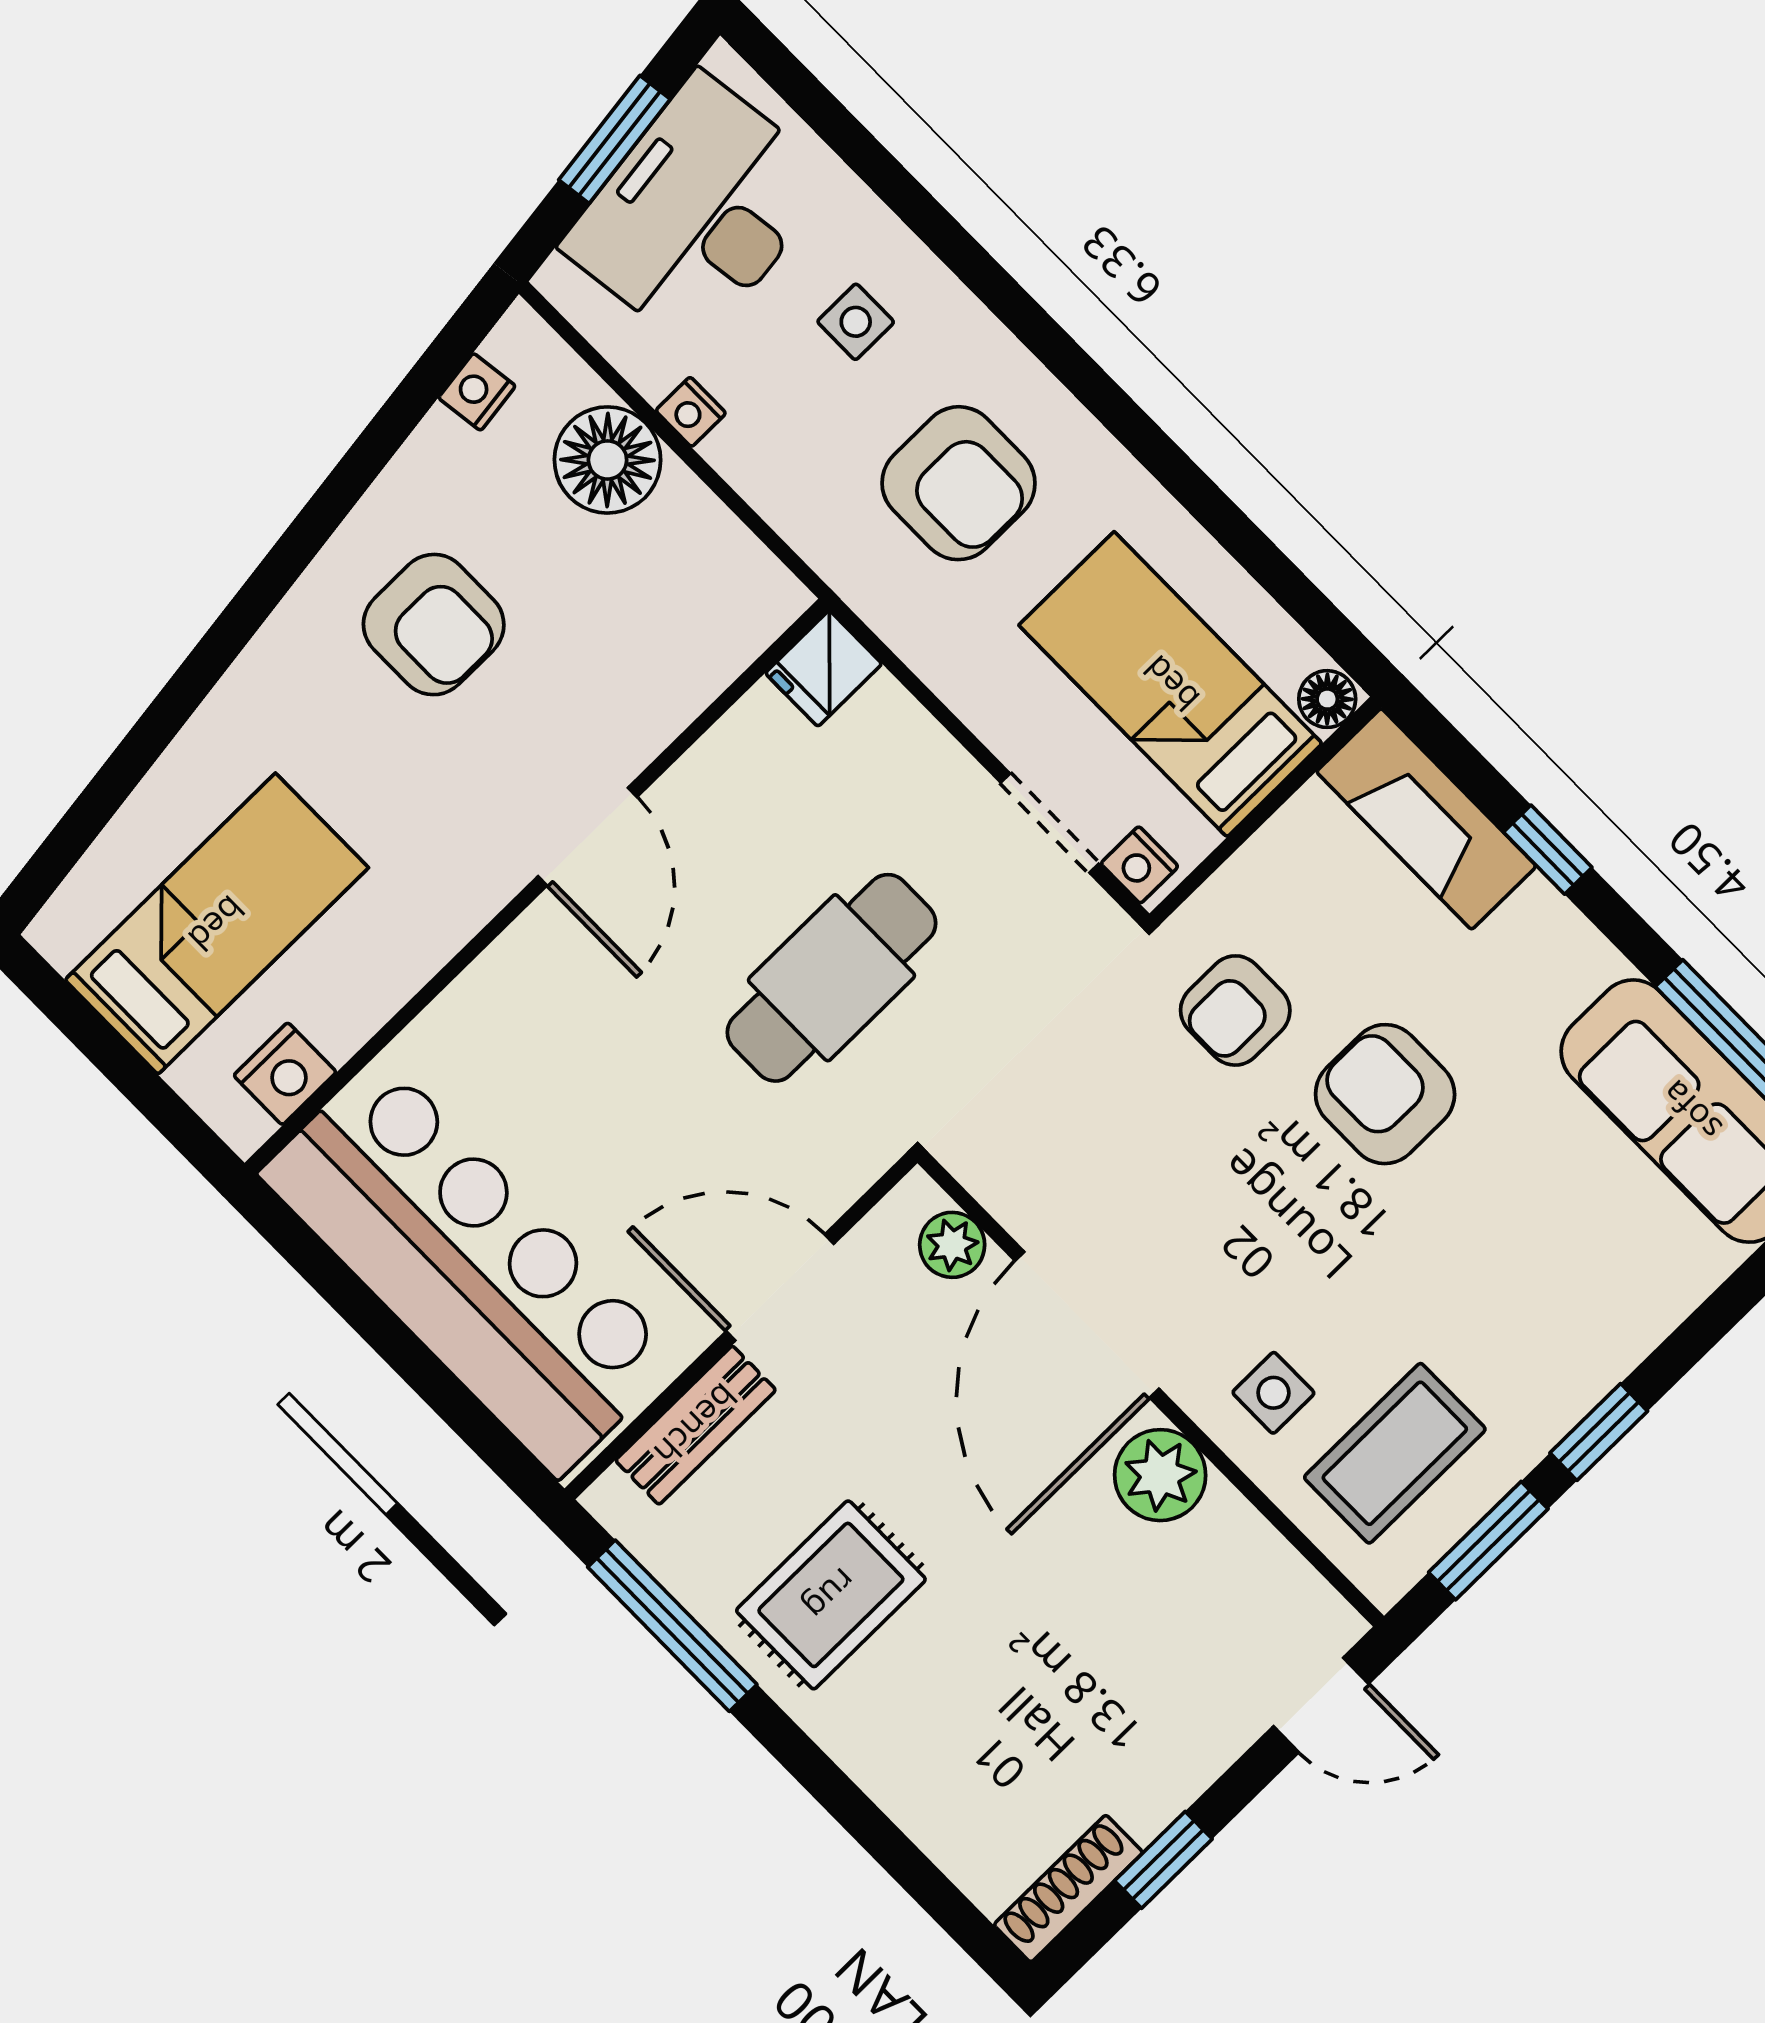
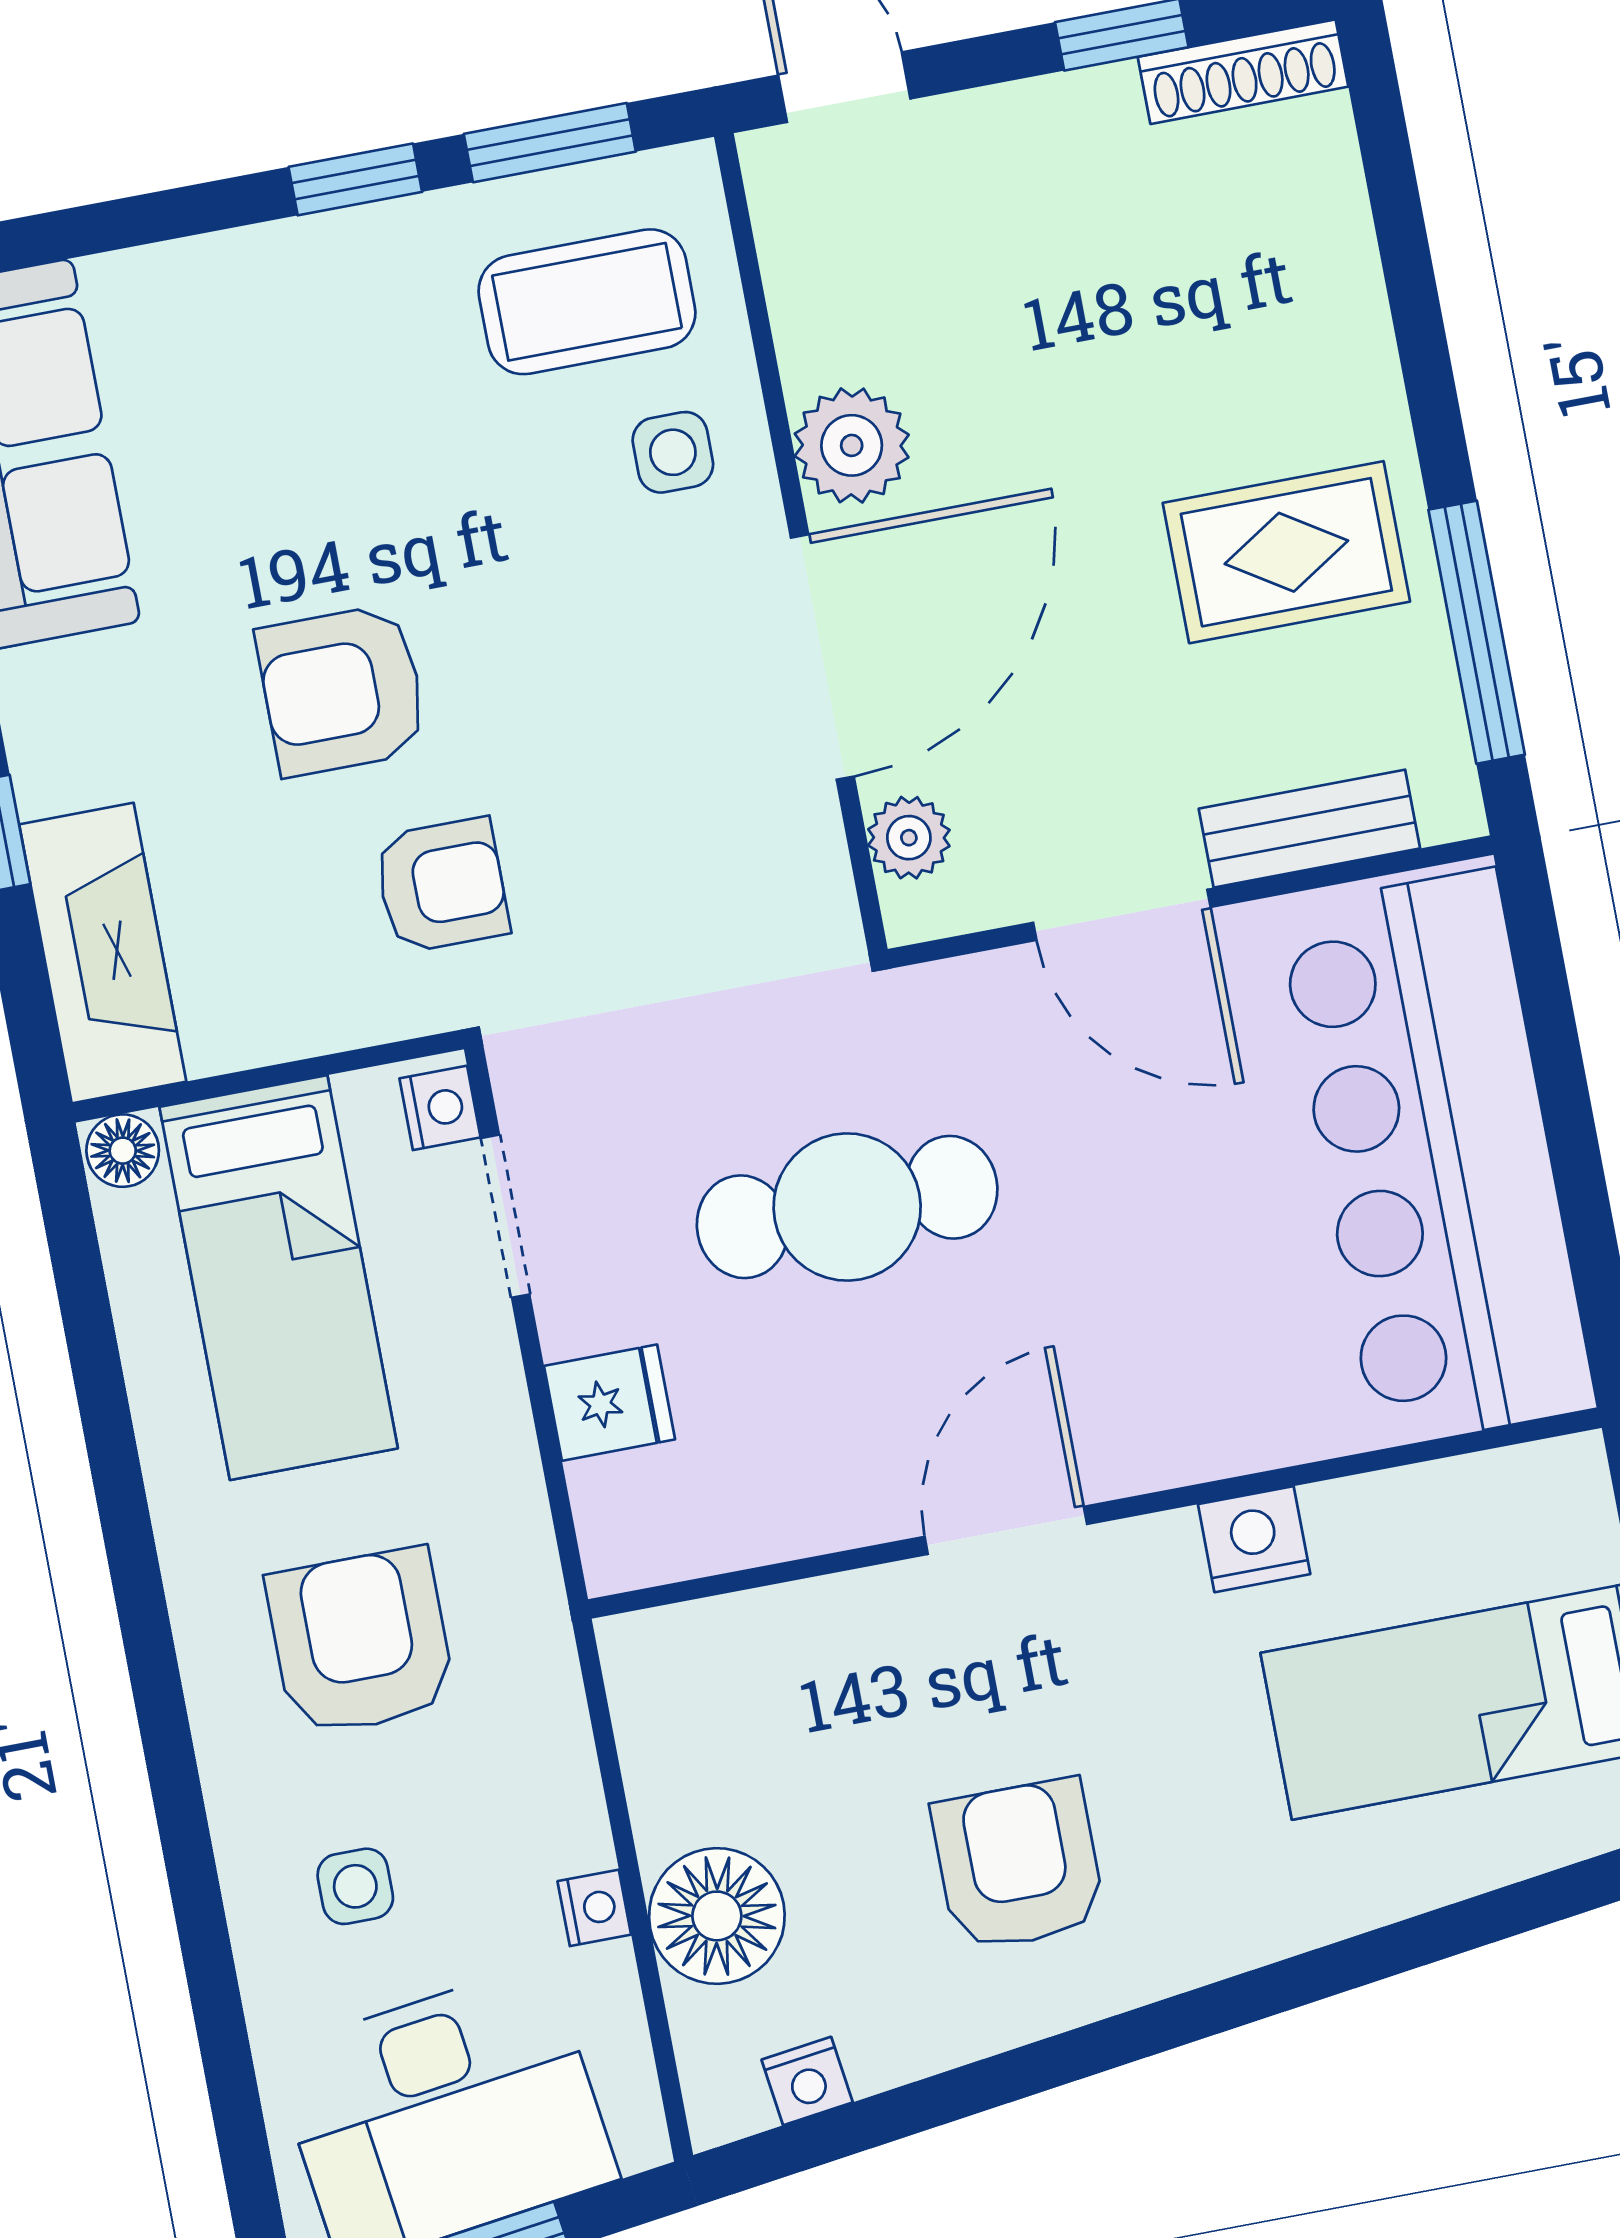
fridge: (824, 668) -> (609, 1403), moved
nightstand: (285, 1074) -> (1254, 1539), moved
armchair: (1385, 1094) -> (342, 690), turned 90

